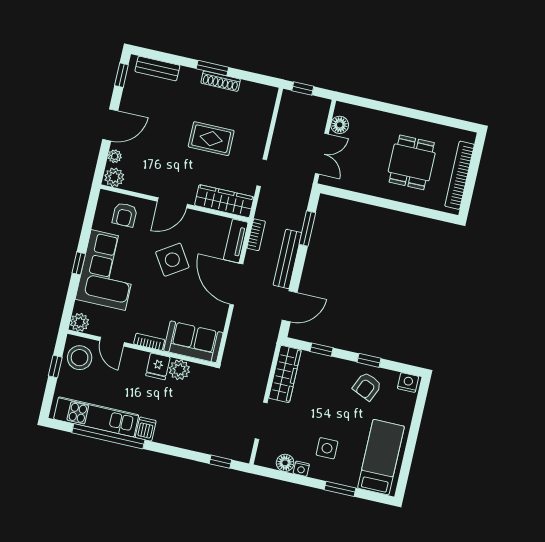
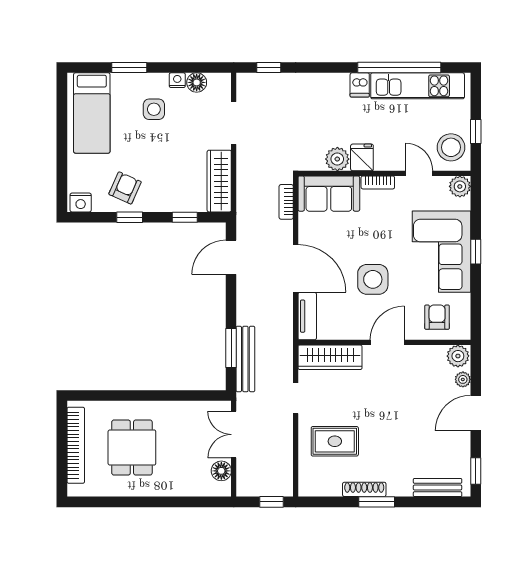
rug: (211, 139) -> (335, 441), moved
bookcase: (256, 235) -> (286, 202), moved
bench: (287, 259) -> (245, 359), moved
side table: (172, 260) -> (373, 279), turned 33

